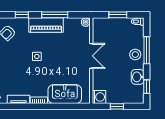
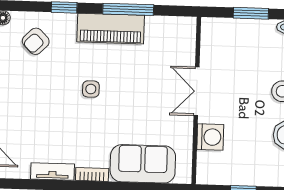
plant: (86, 22) -> (188, 25), removed
double door: (91, 56) -> (197, 91), swing flipped
washing machine: (99, 97) -> (210, 137), moved

